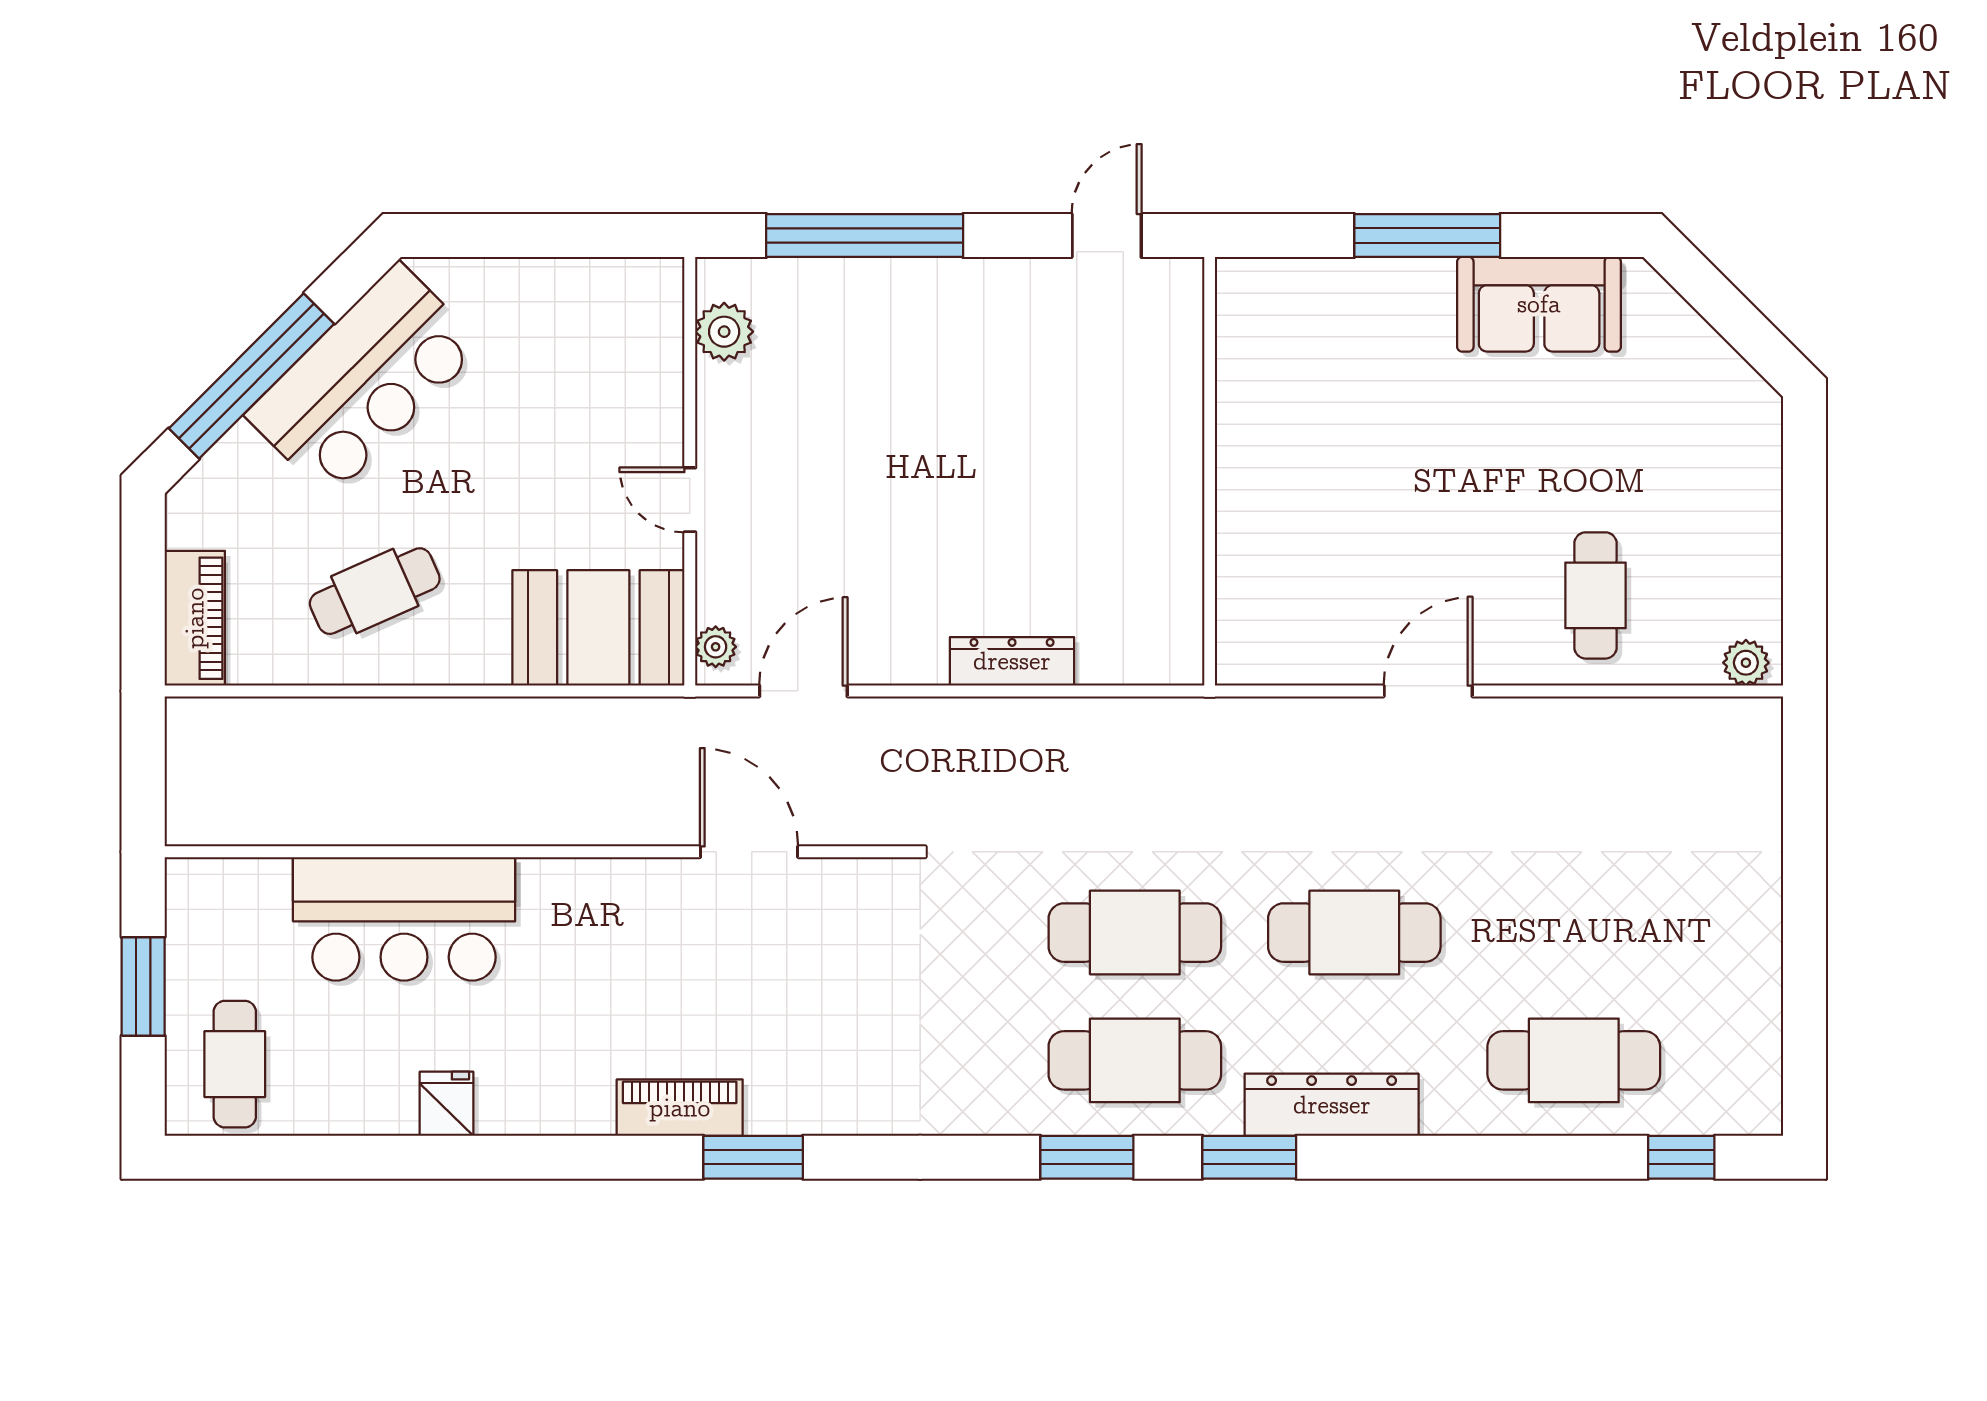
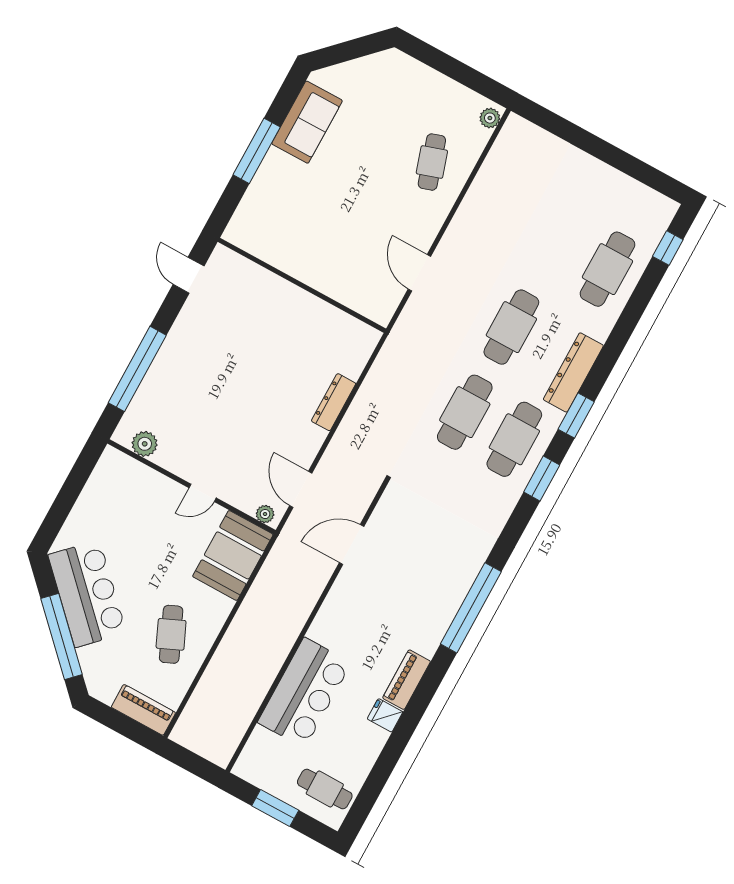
cafe table: (1596, 595) -> (432, 162), turned 72
door: (1428, 691) -> (419, 273), moved
piano: (680, 1108) -> (407, 680), moved
window: (753, 1157) -> (471, 608), width x2.11

